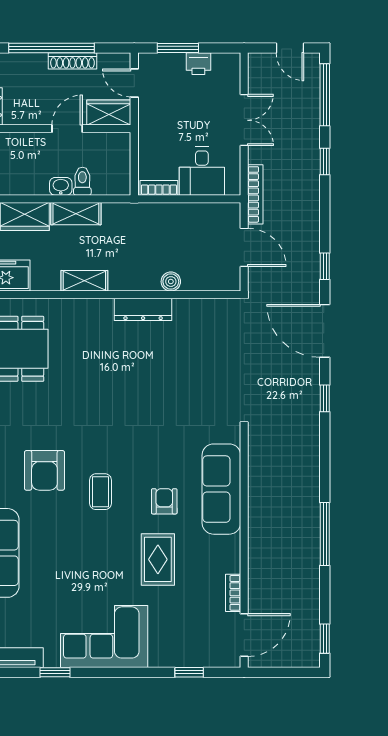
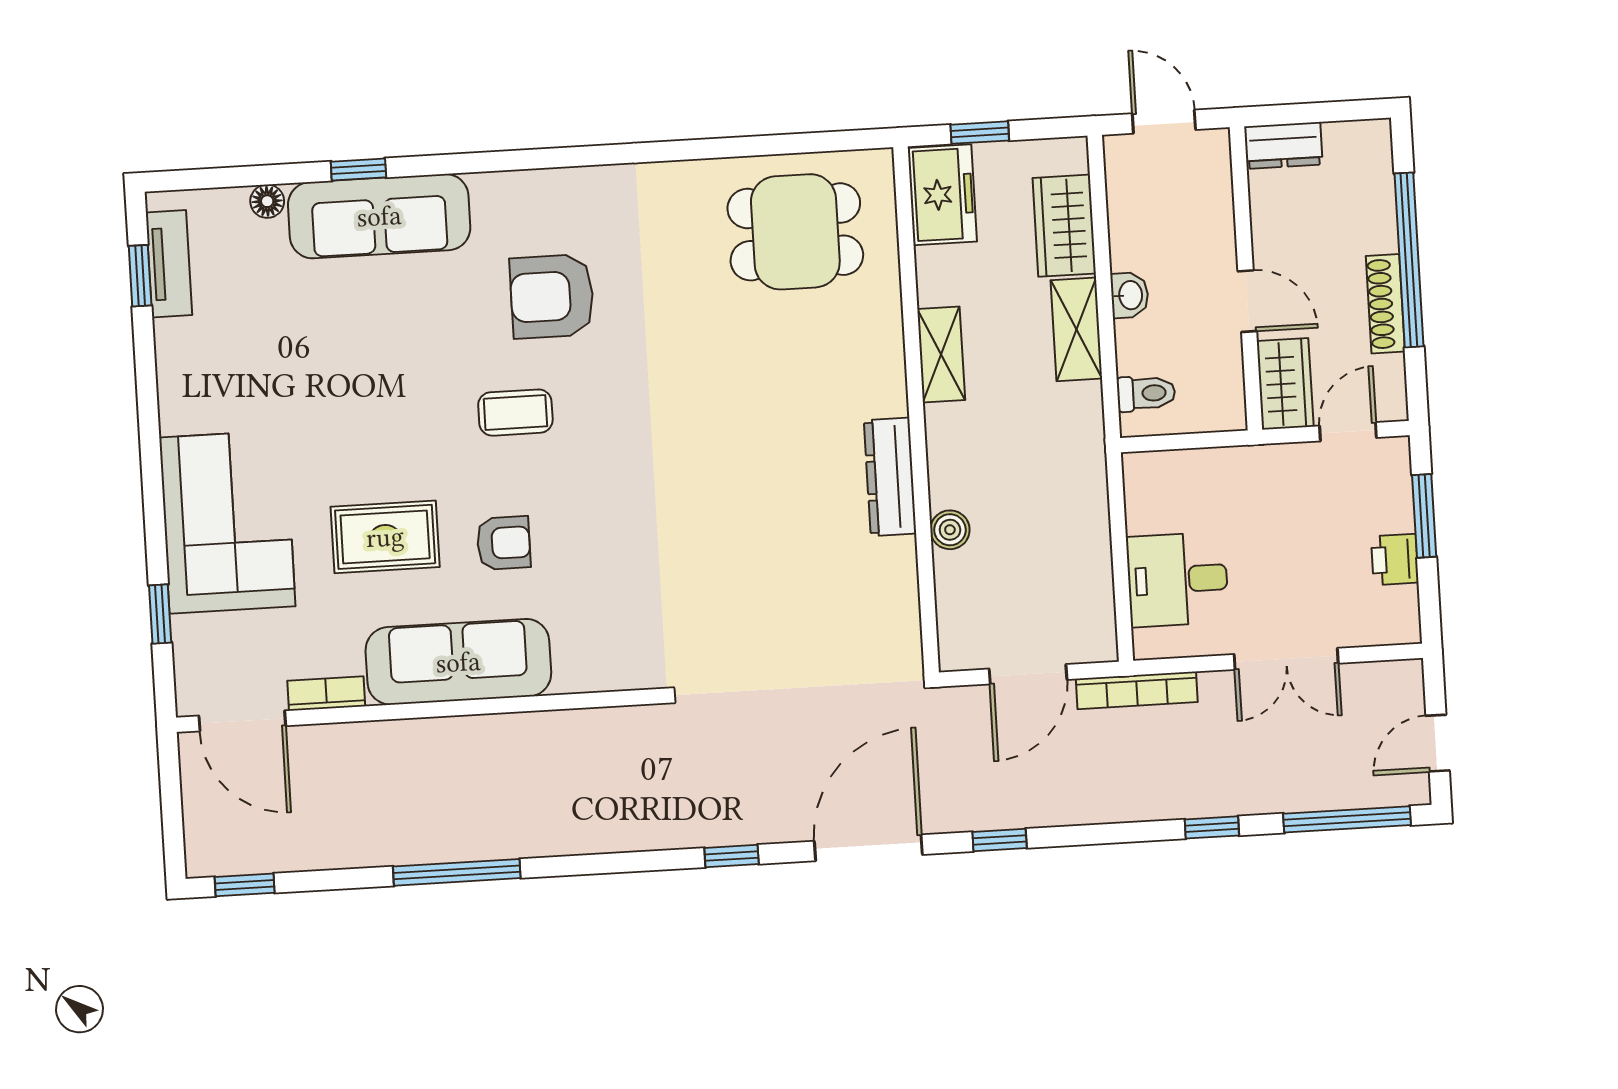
toilet: (82, 181) -> (1146, 393), moved
bookcase: (159, 188) -> (1138, 494), removed
sofa: (221, 489) -> (458, 662), moved
corner sofa: (104, 637) -> (227, 522), moved
window: (55, 672) -> (140, 276), moved

